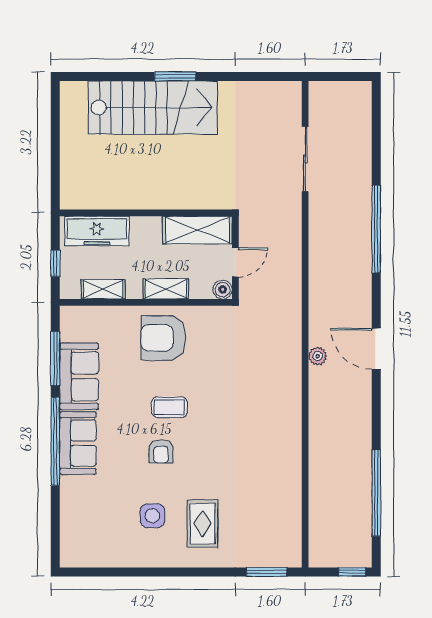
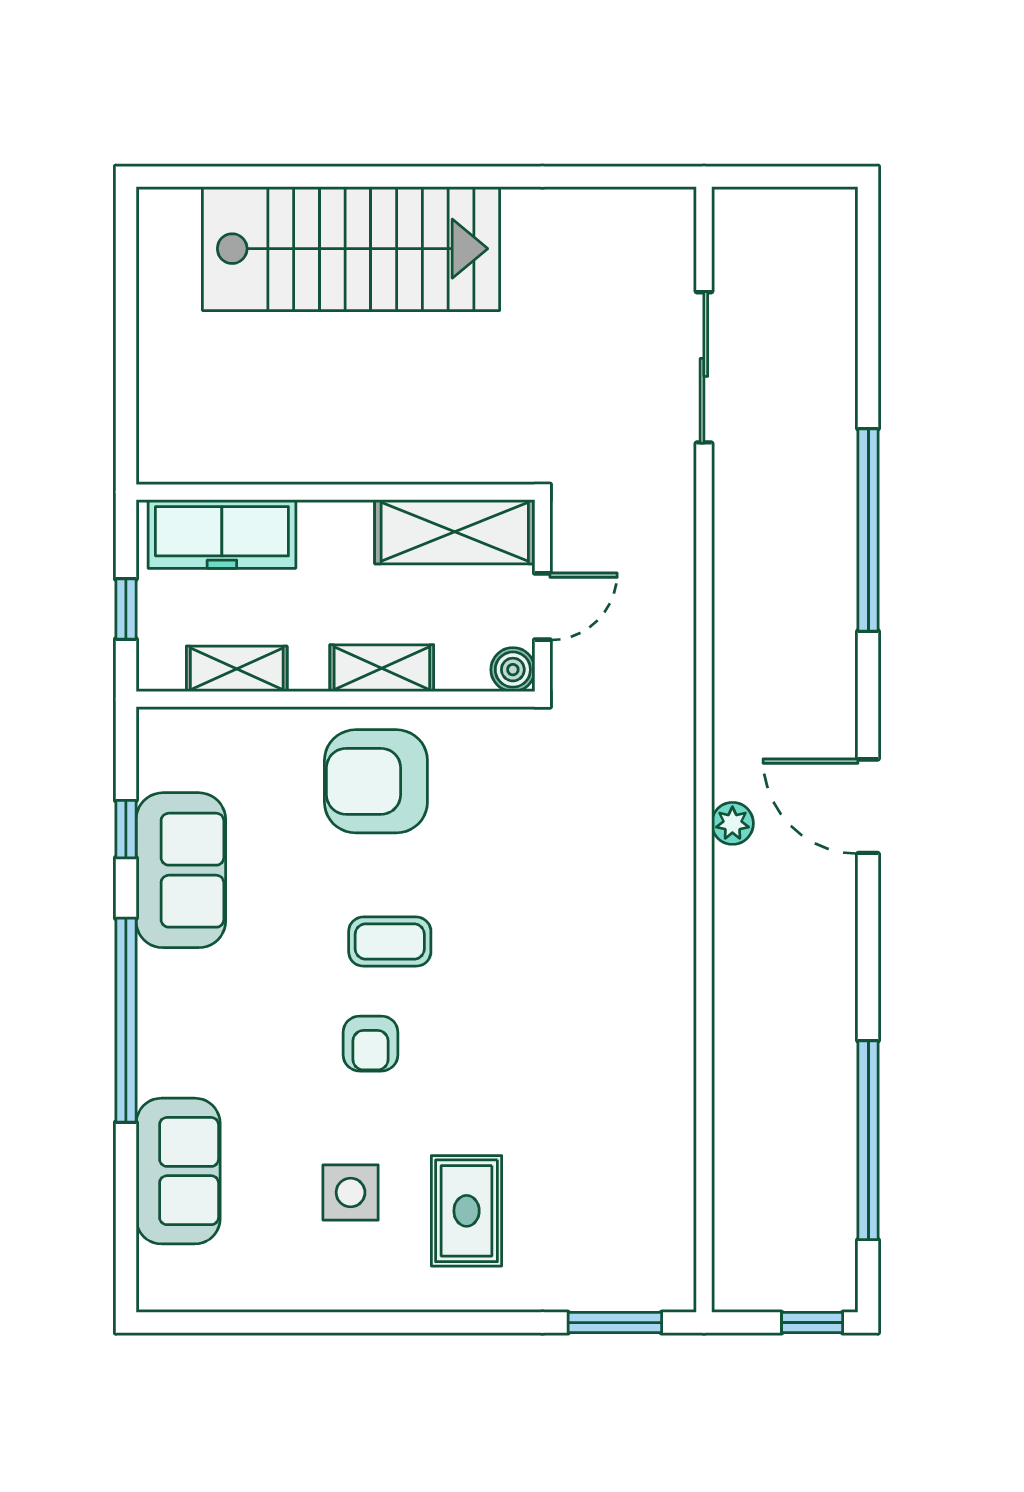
window: (175, 76) -> (403, 177), removed
window: (55, 359) -> (126, 829), width x0.46
sofa: (78, 443) -> (178, 1171), moved

